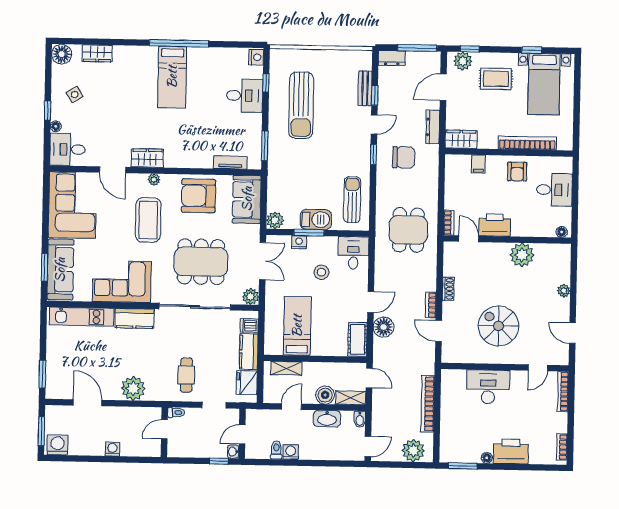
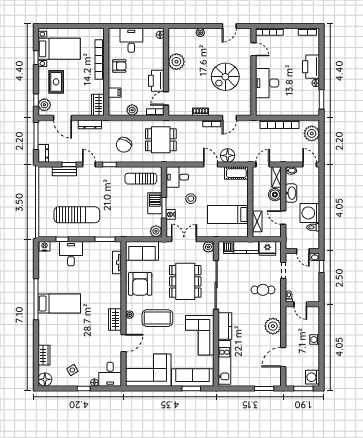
chair: (404, 157) -> (124, 145), moved, turned -153
plant: (453, 189) -> (132, 110), added
washing machine: (291, 452) -> (310, 213), width x1.89, depth x1.89

